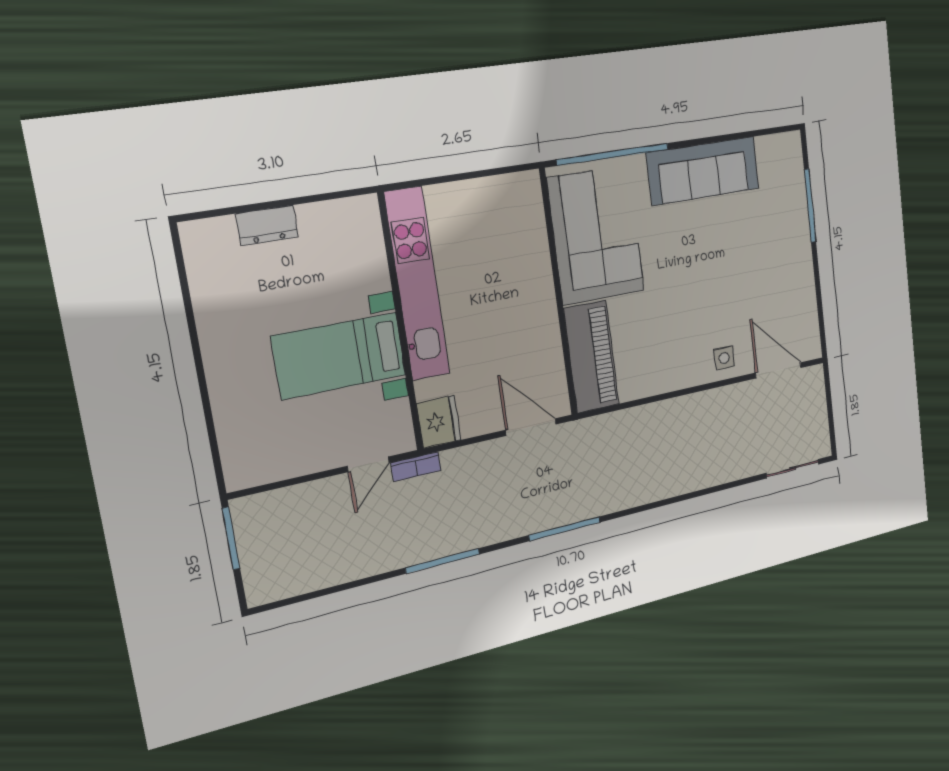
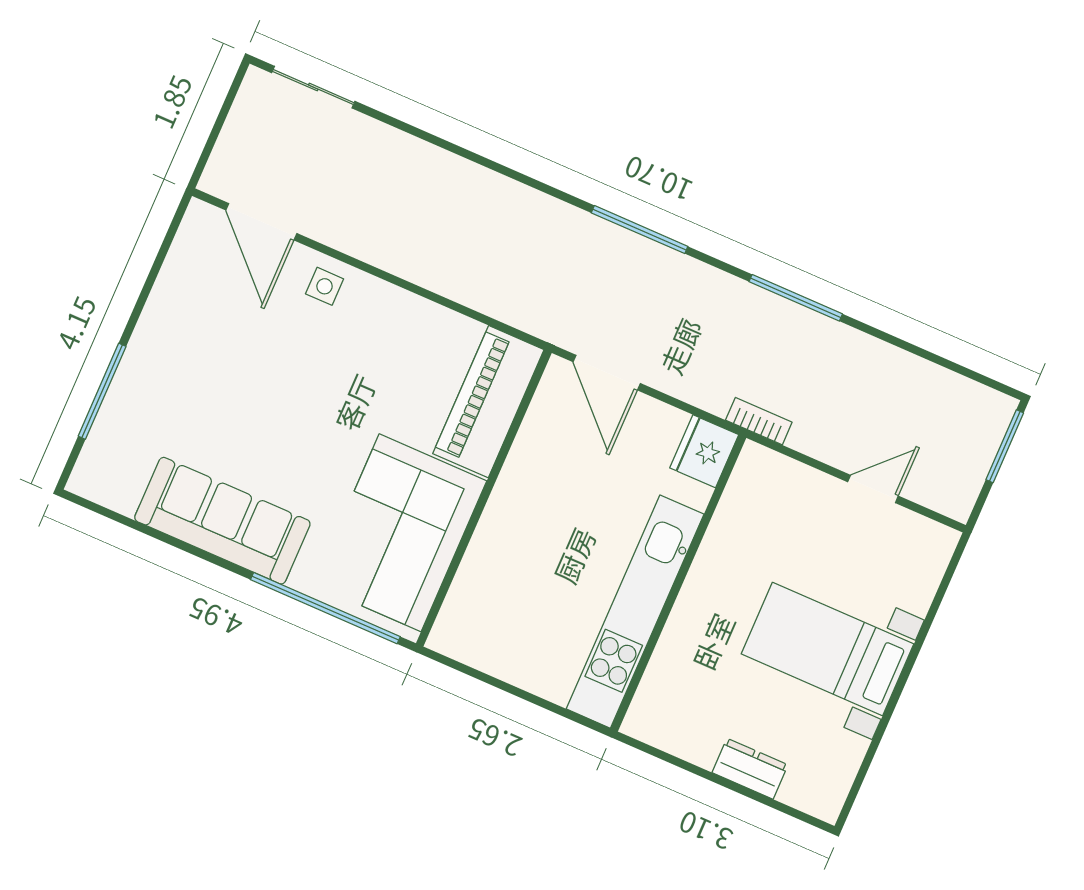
bed with nightstands: (339, 356) -> (828, 649), moved, turned 180
door: (368, 464) -> (873, 489), moved
window: (231, 538) -> (1005, 446), moved

